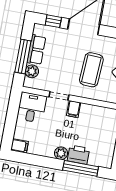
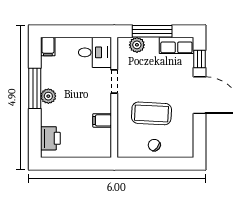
row of seats: (36, 50) -> (176, 45), moved
filing cabinet: (74, 109) -> (102, 120), moved
printer: (78, 155) -> (50, 138), moved
window: (81, 168) -> (35, 88), moved

